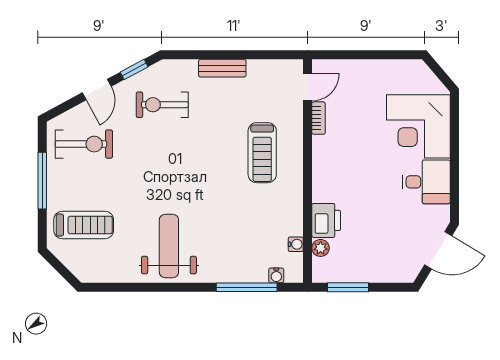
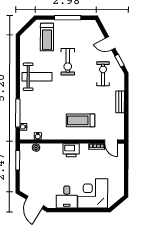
exercise bike: (84, 144) -> (68, 62), moved
printer: (326, 220) -> (71, 150), moved

